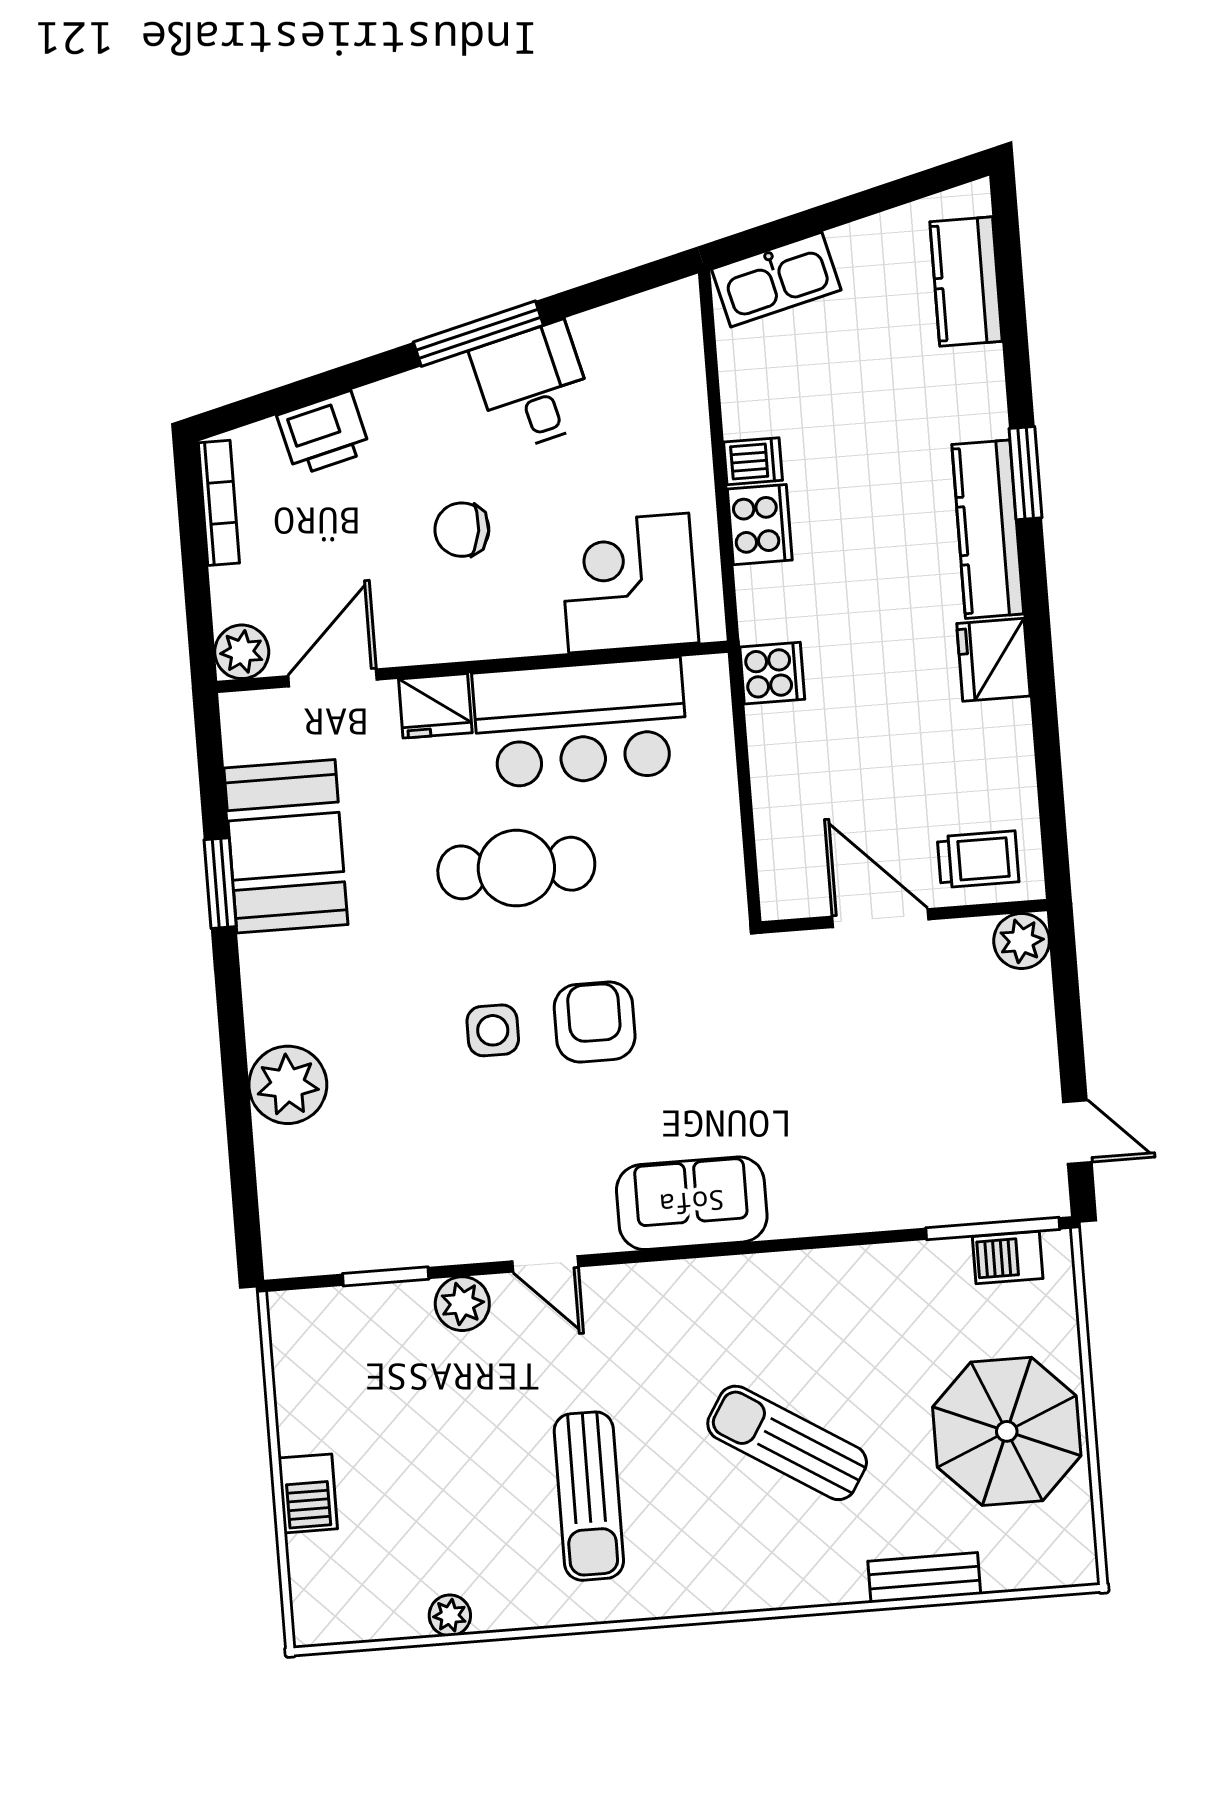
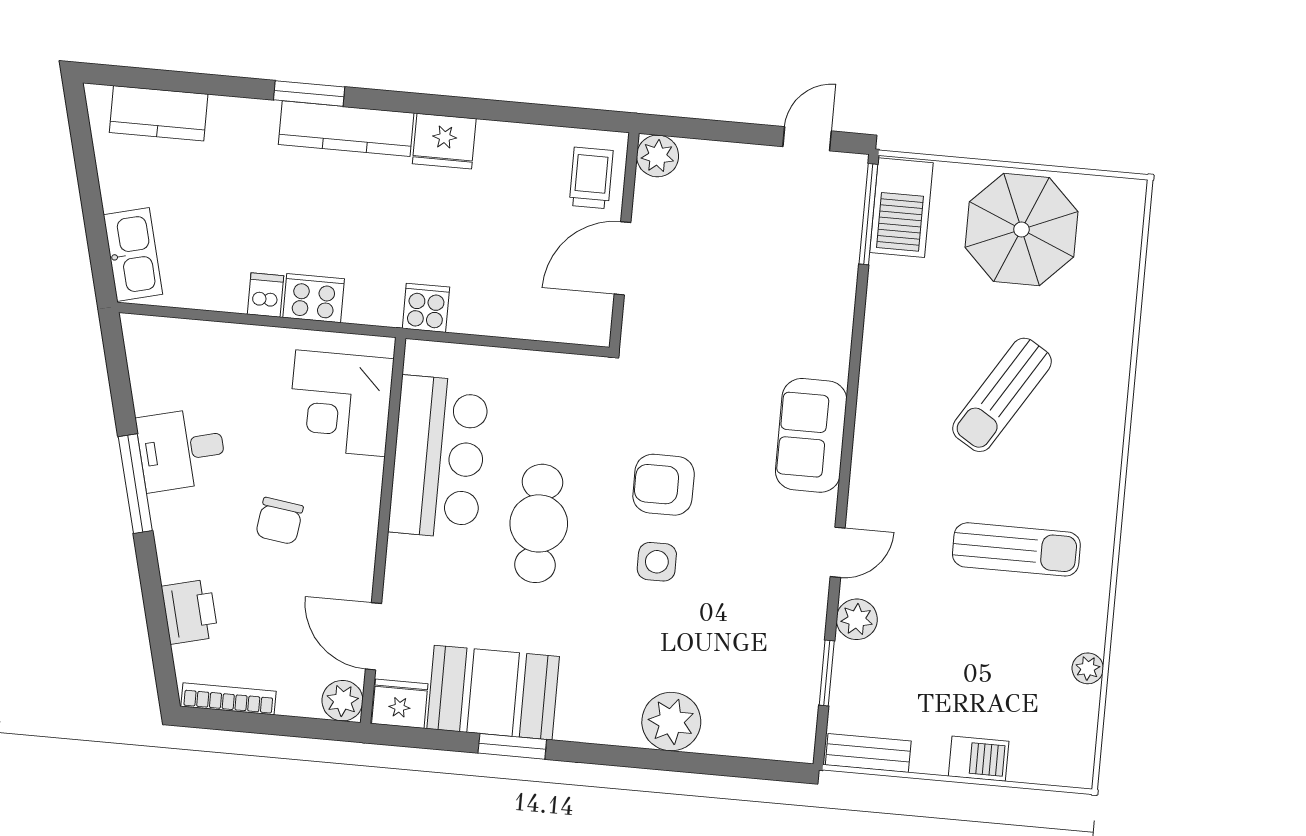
fridge: (435, 706) -> (400, 704), moved, turned -90
barbecue: (1008, 1258) -> (901, 208), width x1.88, depth x1.53
bench: (924, 1578) -> (868, 753), moved, turned 90

